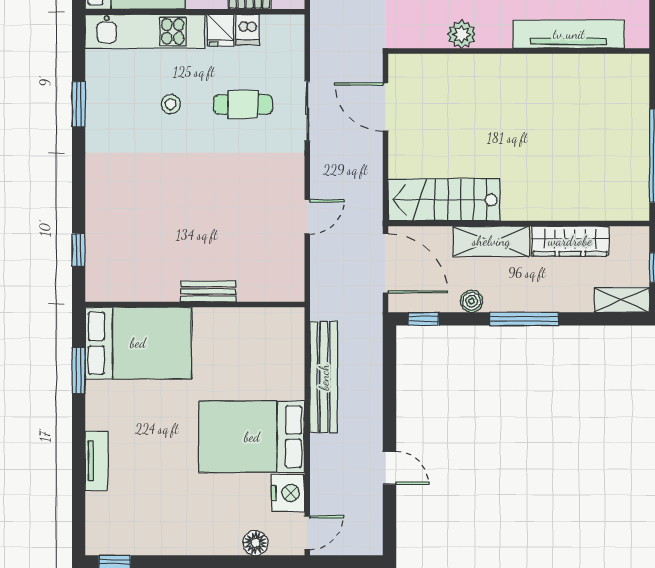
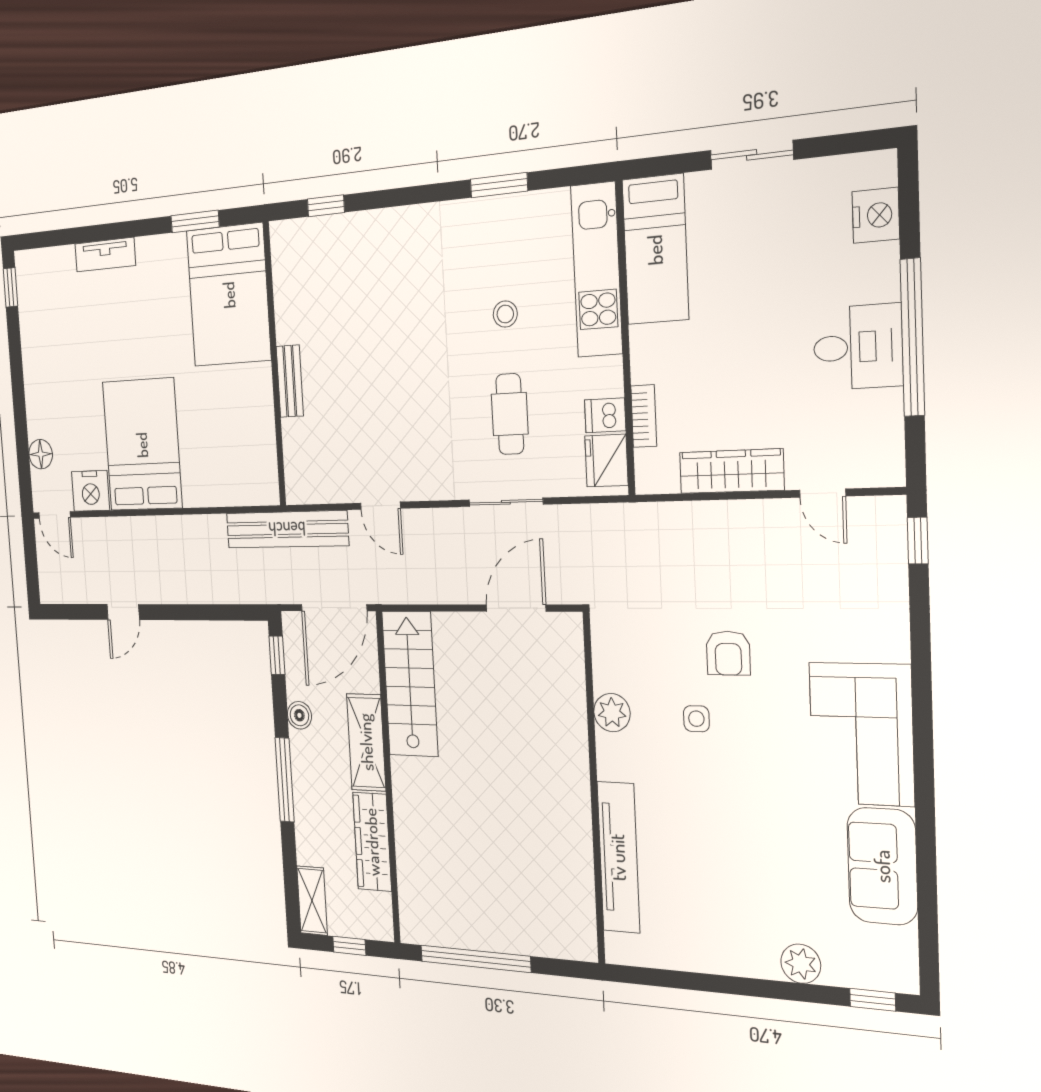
fridge: (220, 30) -> (606, 461), moved, width x1.38
bench: (324, 377) -> (287, 529), moved

